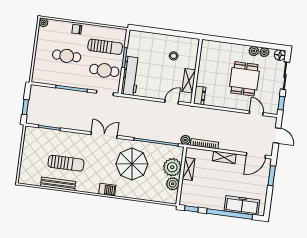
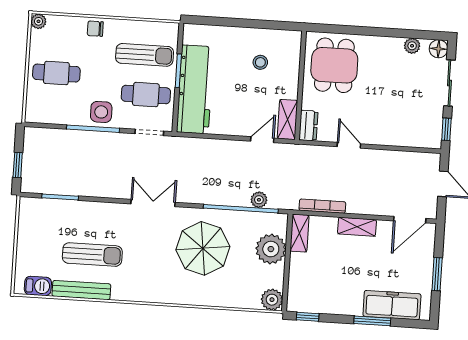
plant: (254, 51) -> (394, 45), removed
cafe table: (67, 56) -> (56, 73), moved
workbench: (130, 76) -> (195, 89), width x1.36, depth x1.32
side table: (77, 79) -> (101, 112), added
dining table: (244, 79) -> (334, 65), moved
shelving: (189, 81) -> (287, 119), moved
door: (256, 113) -> (349, 145), moved
plant: (185, 140) -> (259, 200), moved
shelving: (189, 169) -> (299, 233), moved
window: (272, 176) -> (437, 274), moved
plant: (173, 184) -> (272, 300), moved
barbecue: (107, 190) -> (38, 286), moved
window: (230, 214) -> (372, 321), width x0.47

